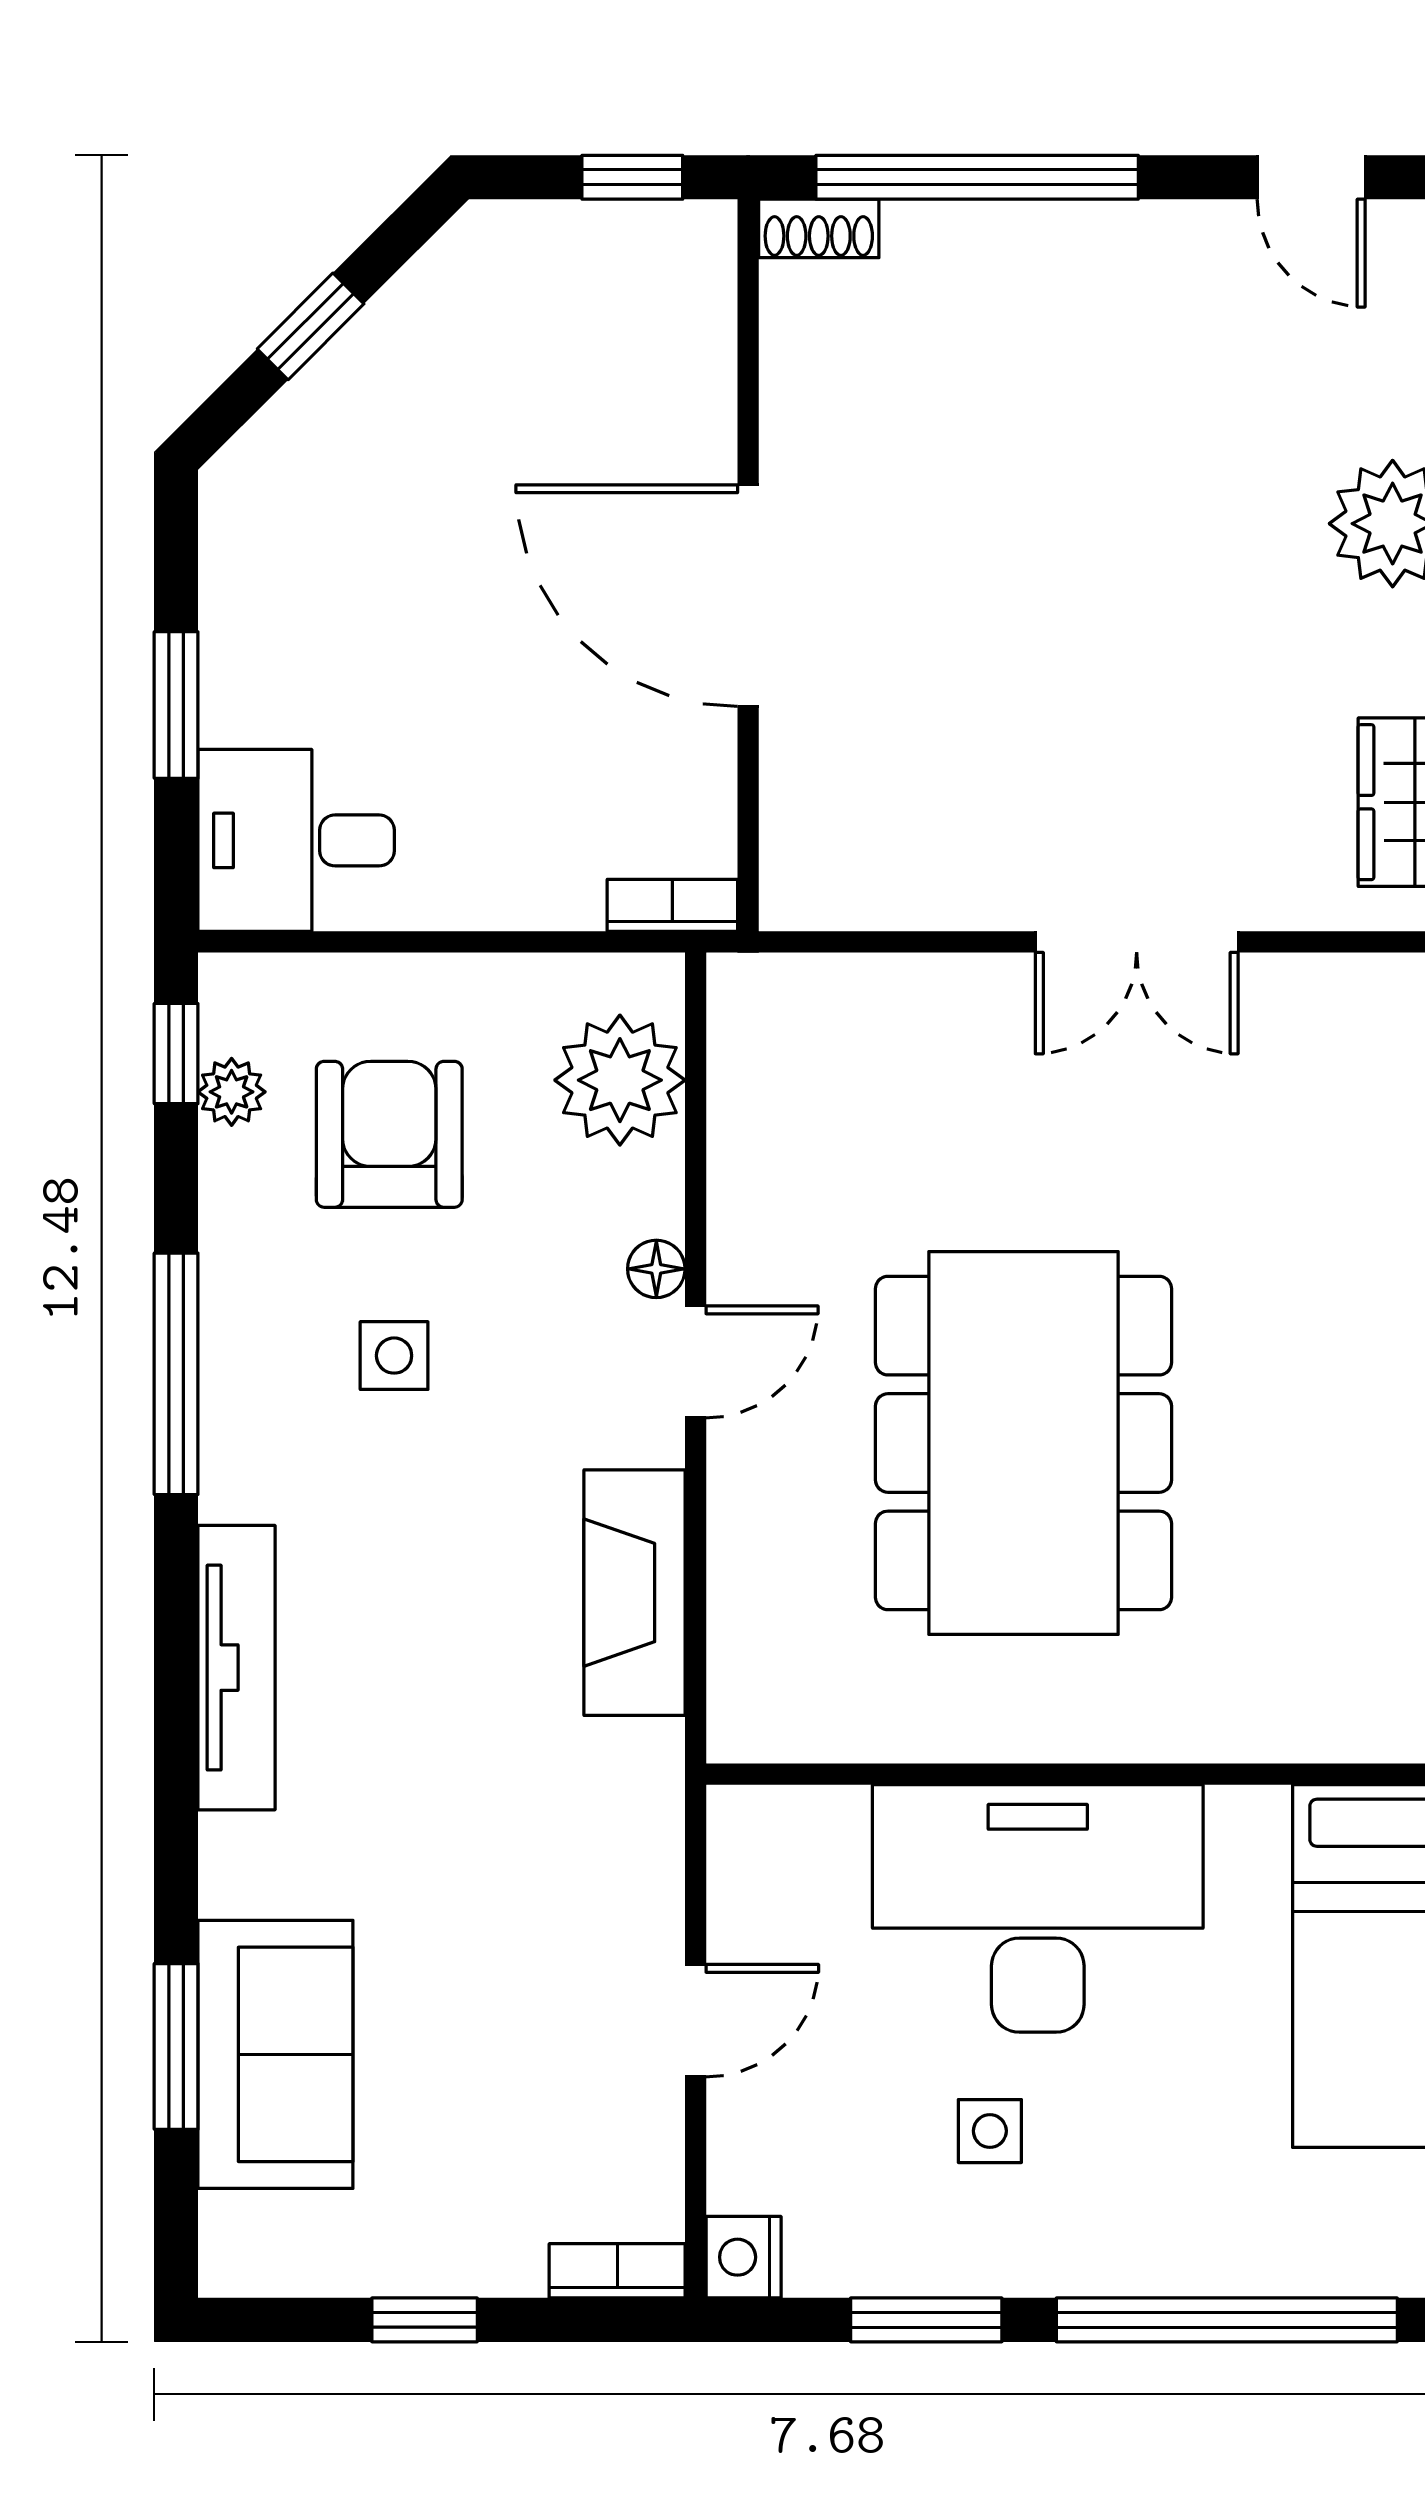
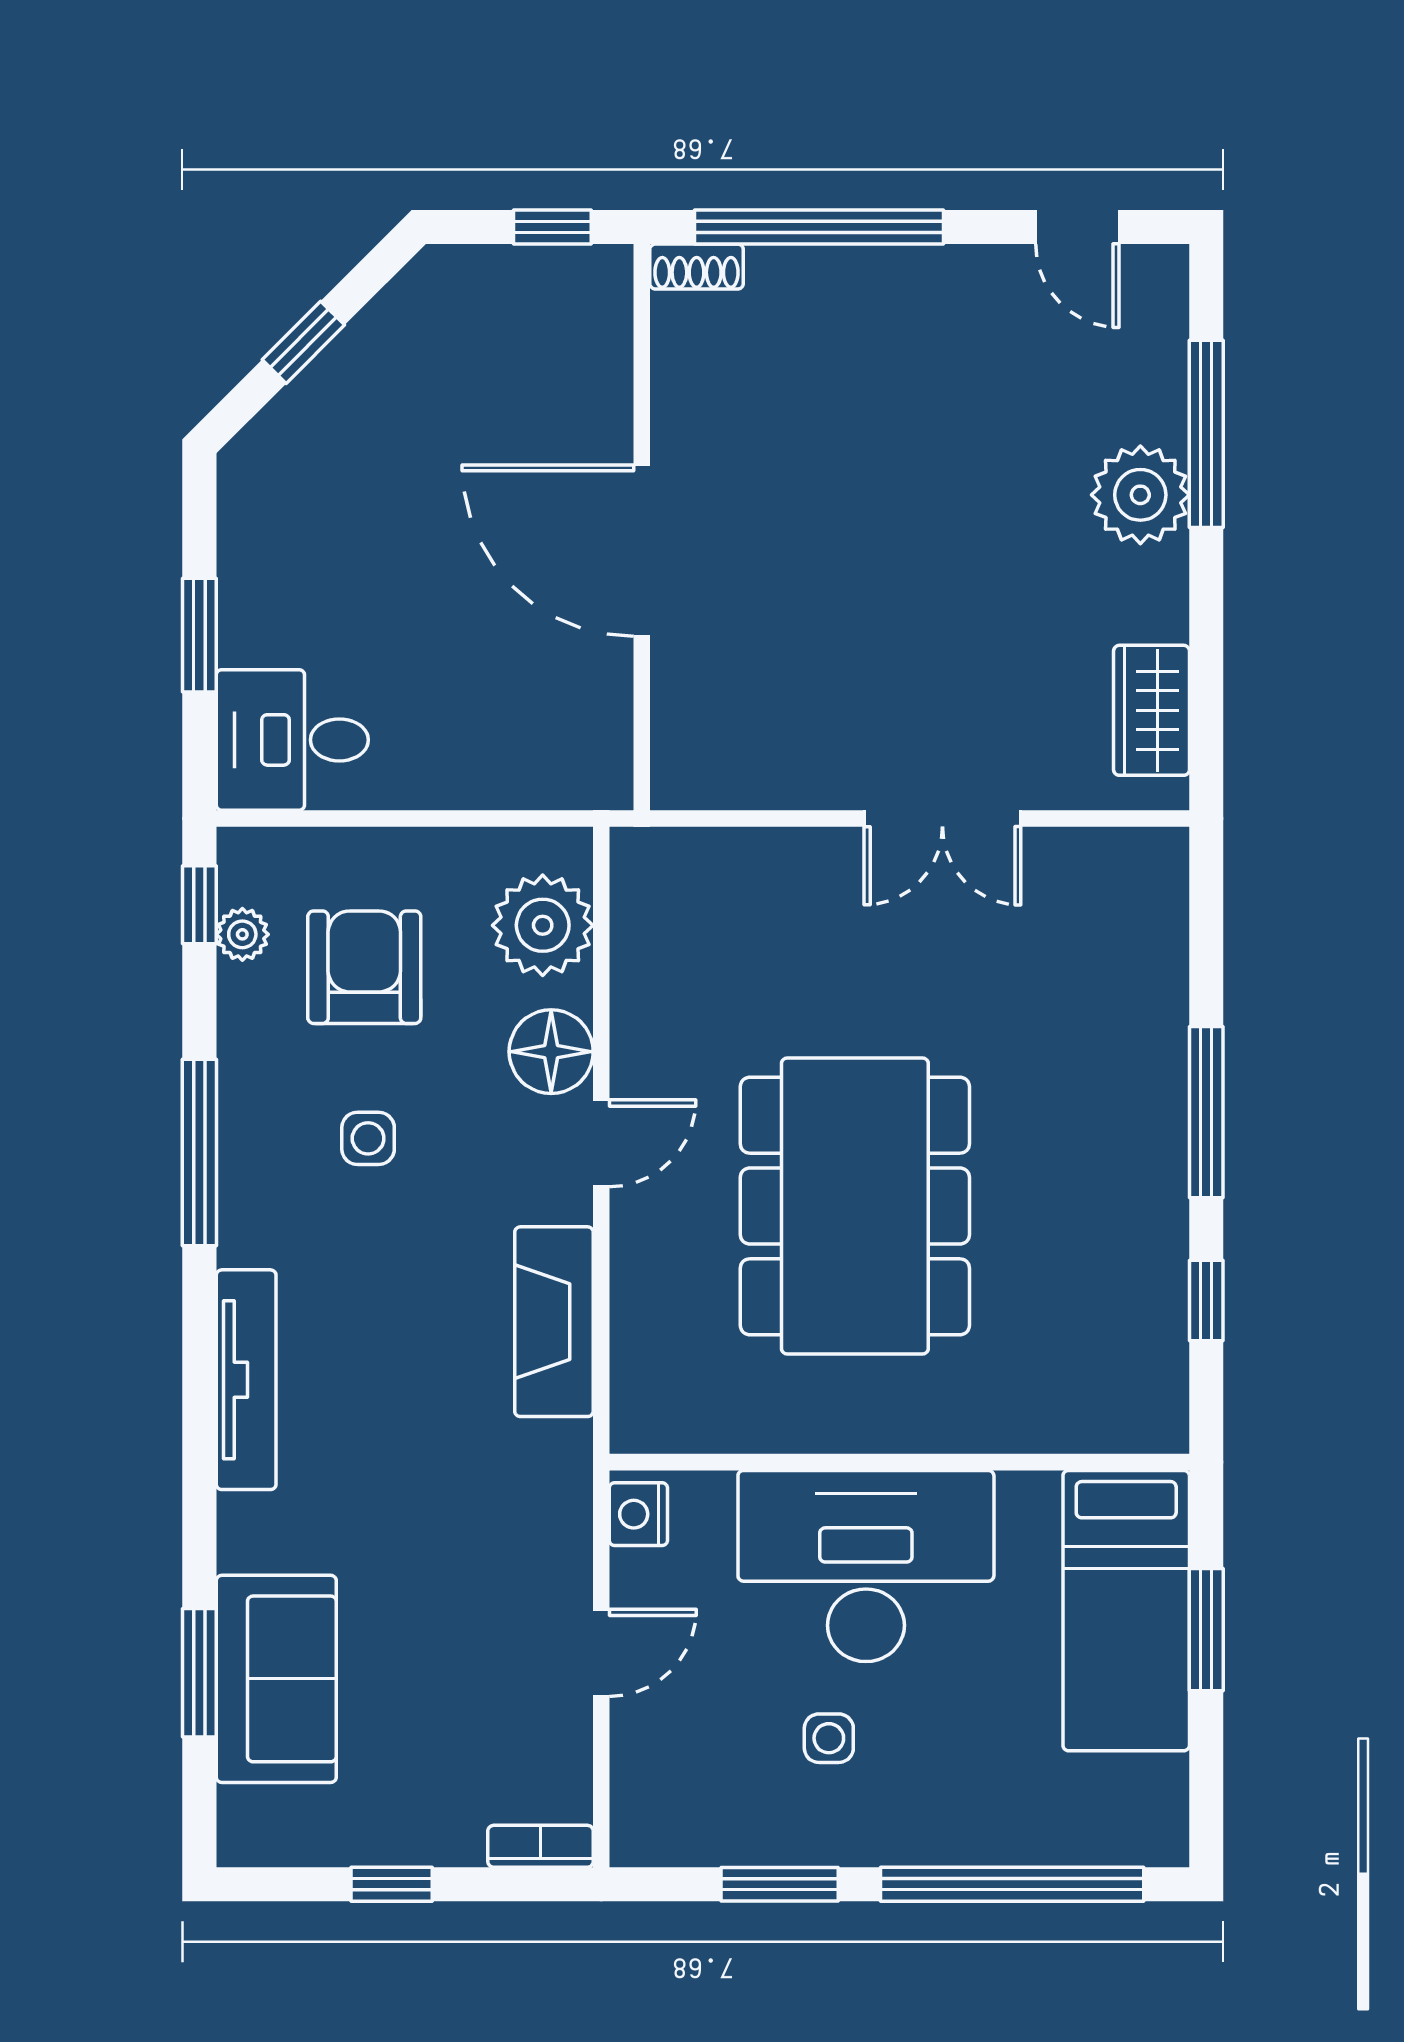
bookcase: (672, 905) -> (583, 790), removed
floor lamp: (656, 1269) -> (551, 1052), width x1.89, depth x1.89
nightstand: (744, 2257) -> (638, 1514), moved

